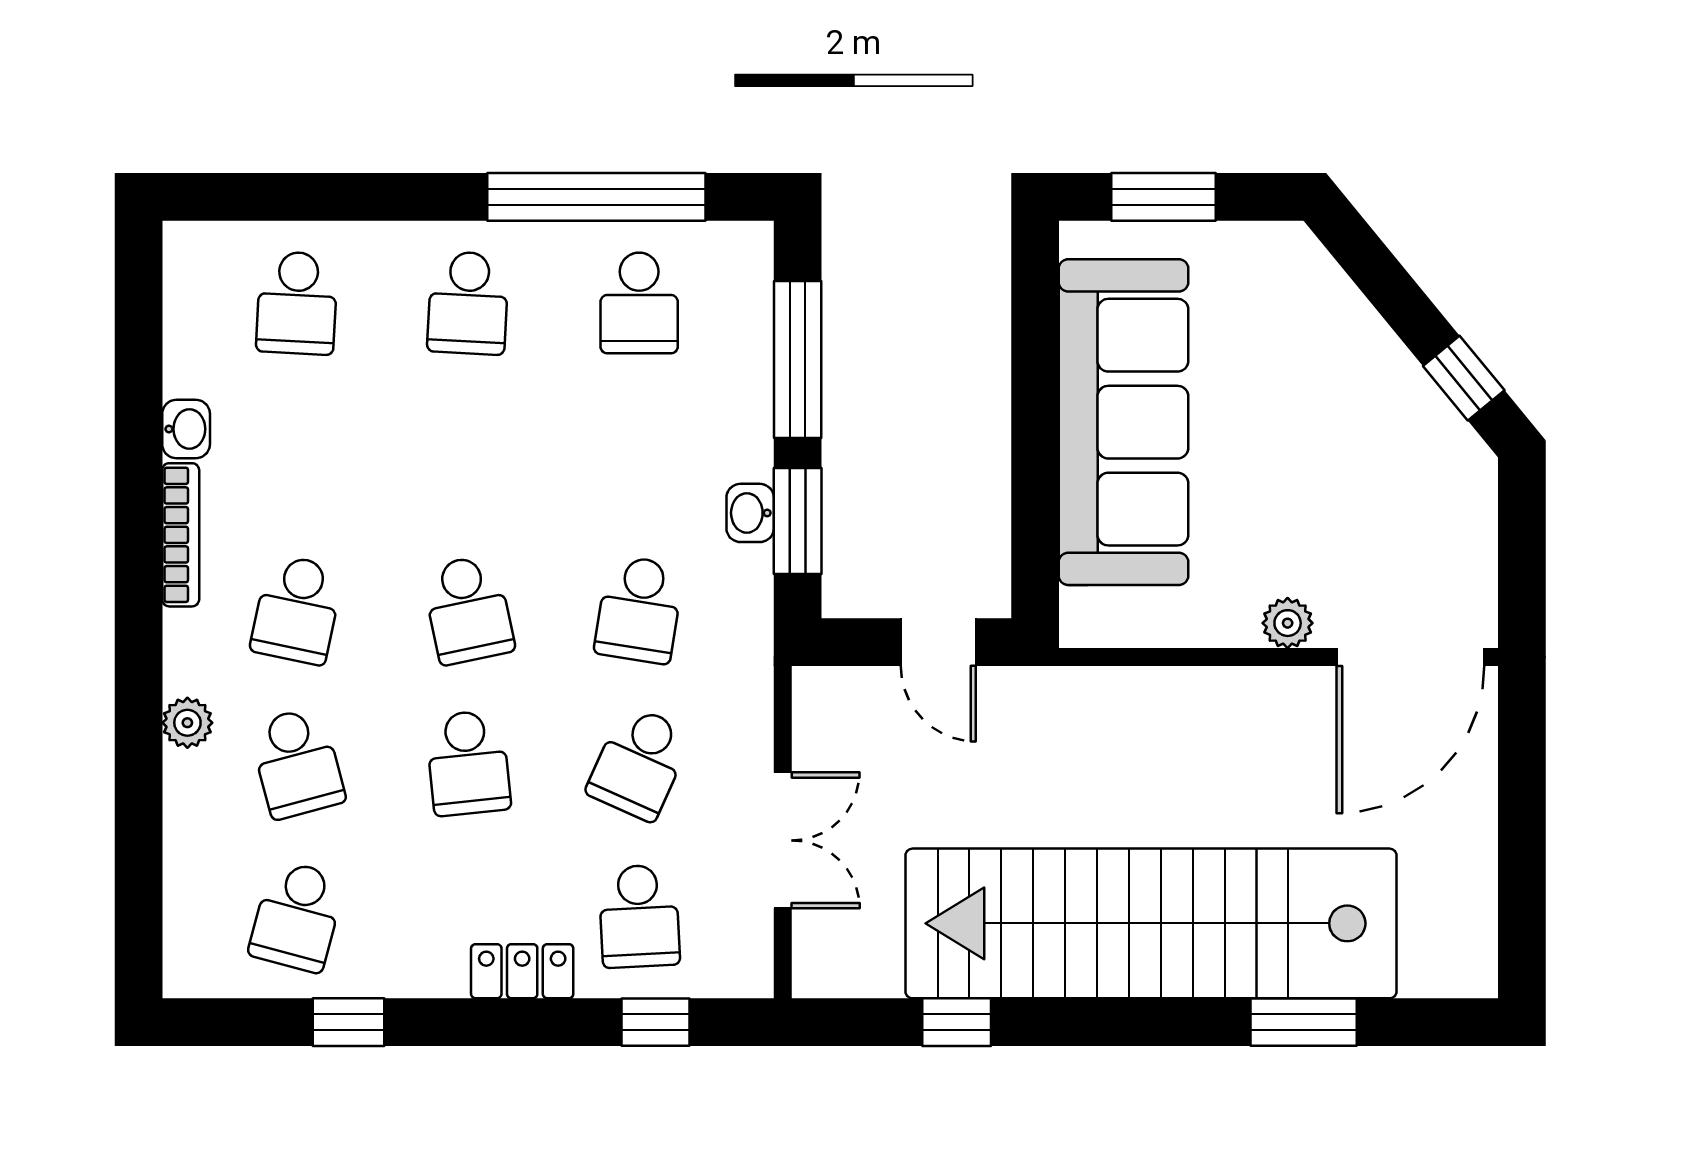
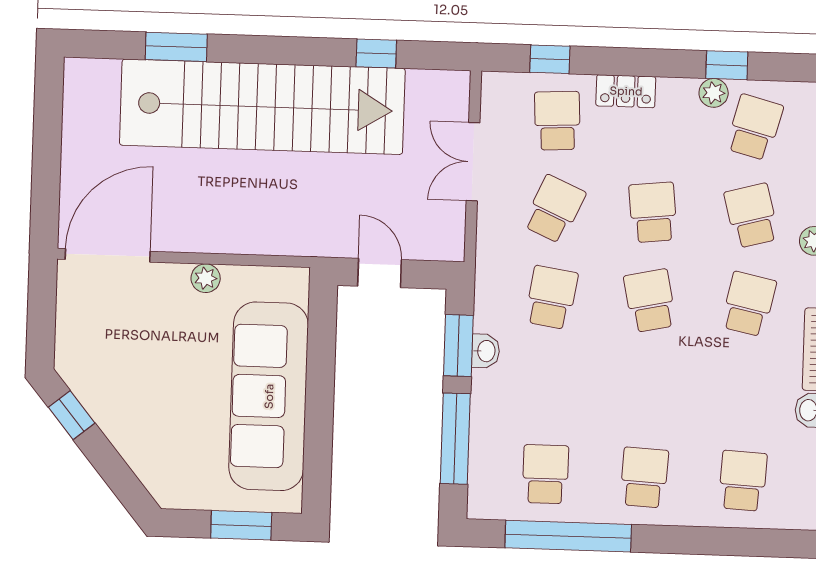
plant: (1288, 623) -> (206, 278), moved
plant: (370, 973) -> (714, 93), added

